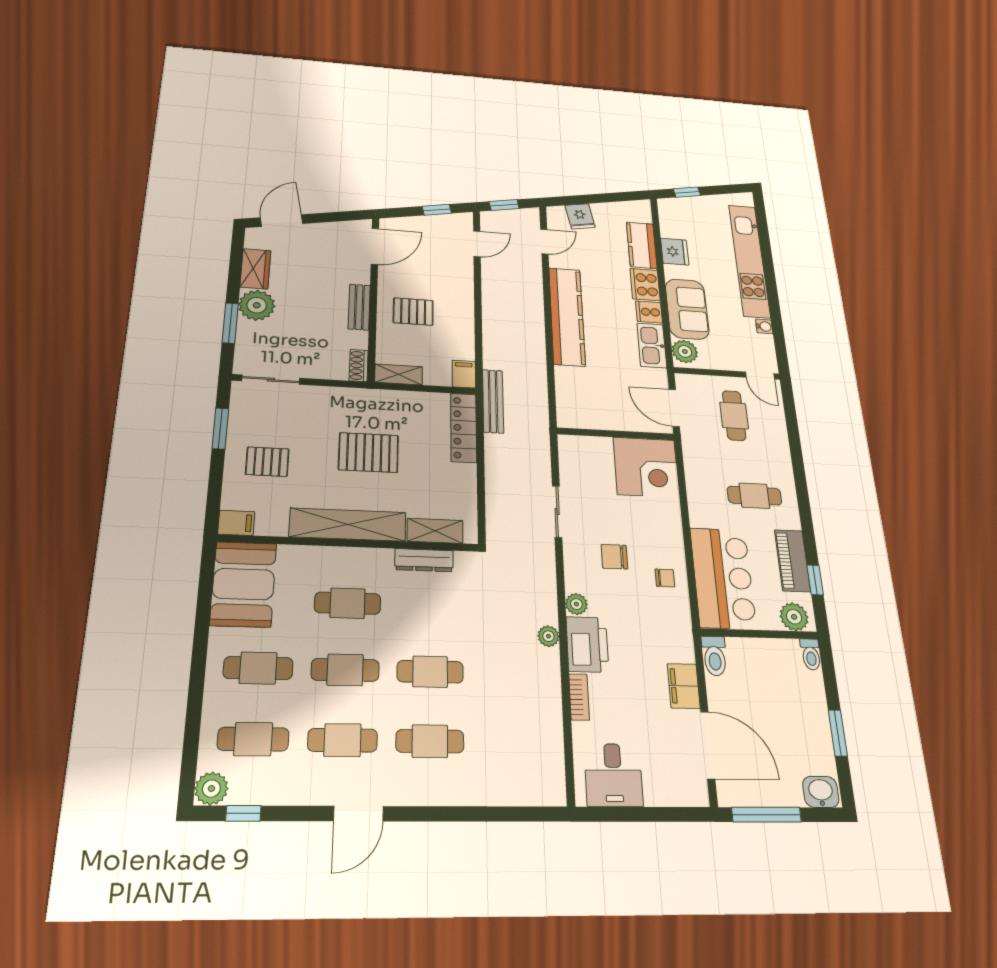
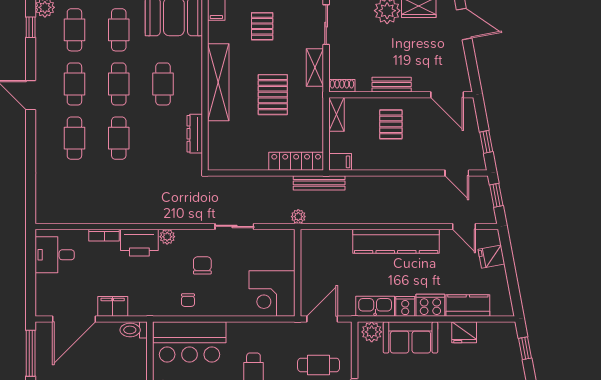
shelving: (435, 531) -> (315, 67), moved
plant: (548, 636) -> (298, 217), moved

